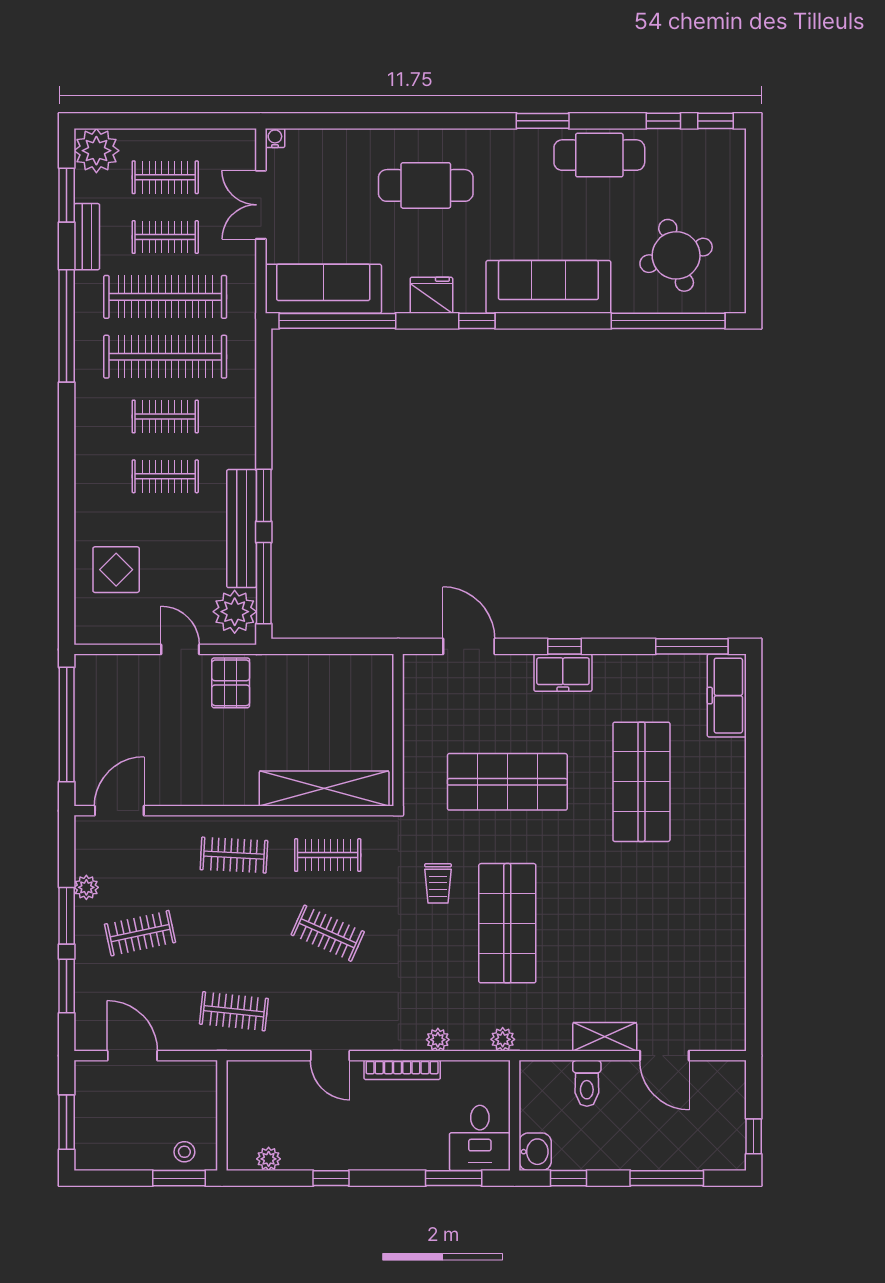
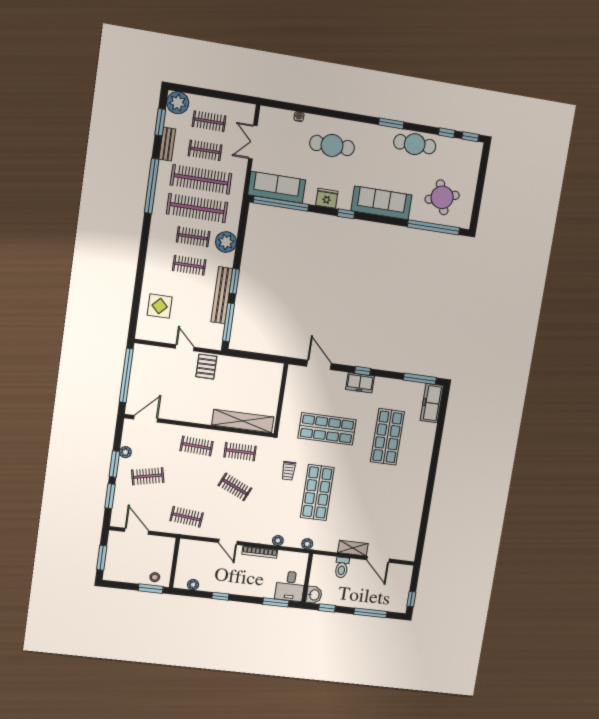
water cooler: (275, 138) -> (299, 117), moved
plant: (235, 612) -> (226, 242), moved

